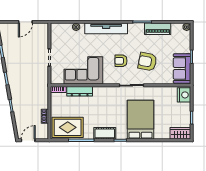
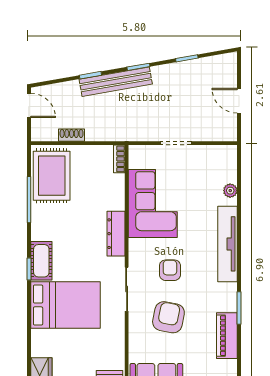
bench: (15, 91) -> (116, 82), added
dresser: (80, 91) -> (116, 234), moved
cot: (105, 133) -> (41, 261), moved

